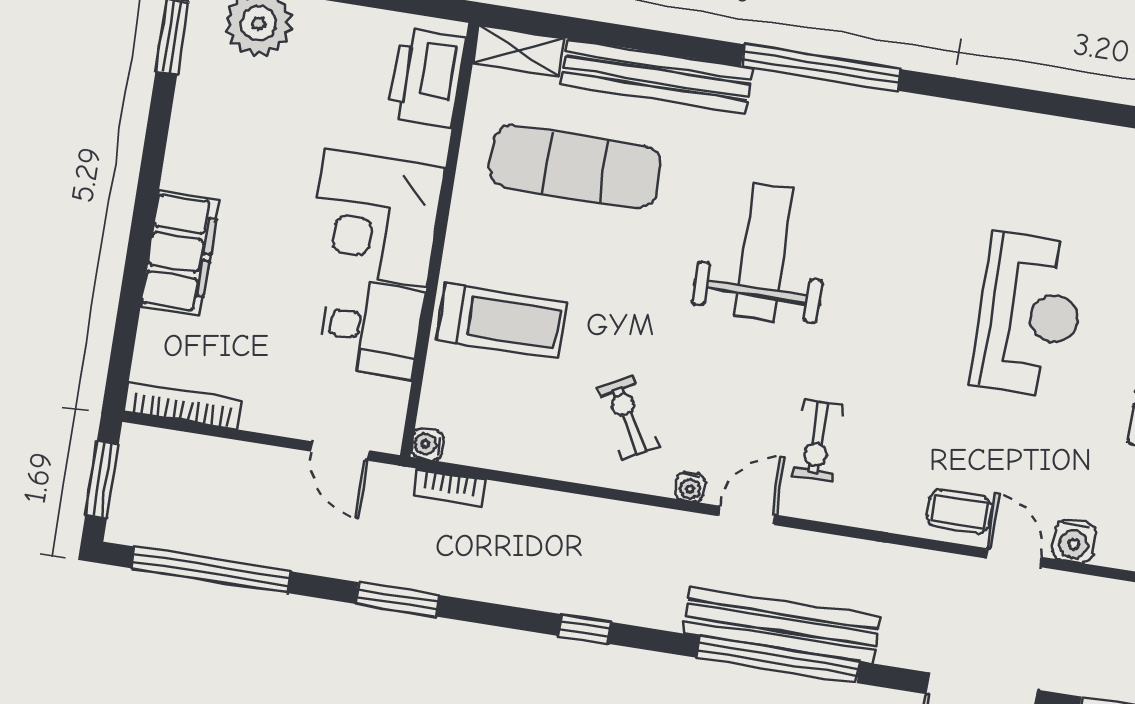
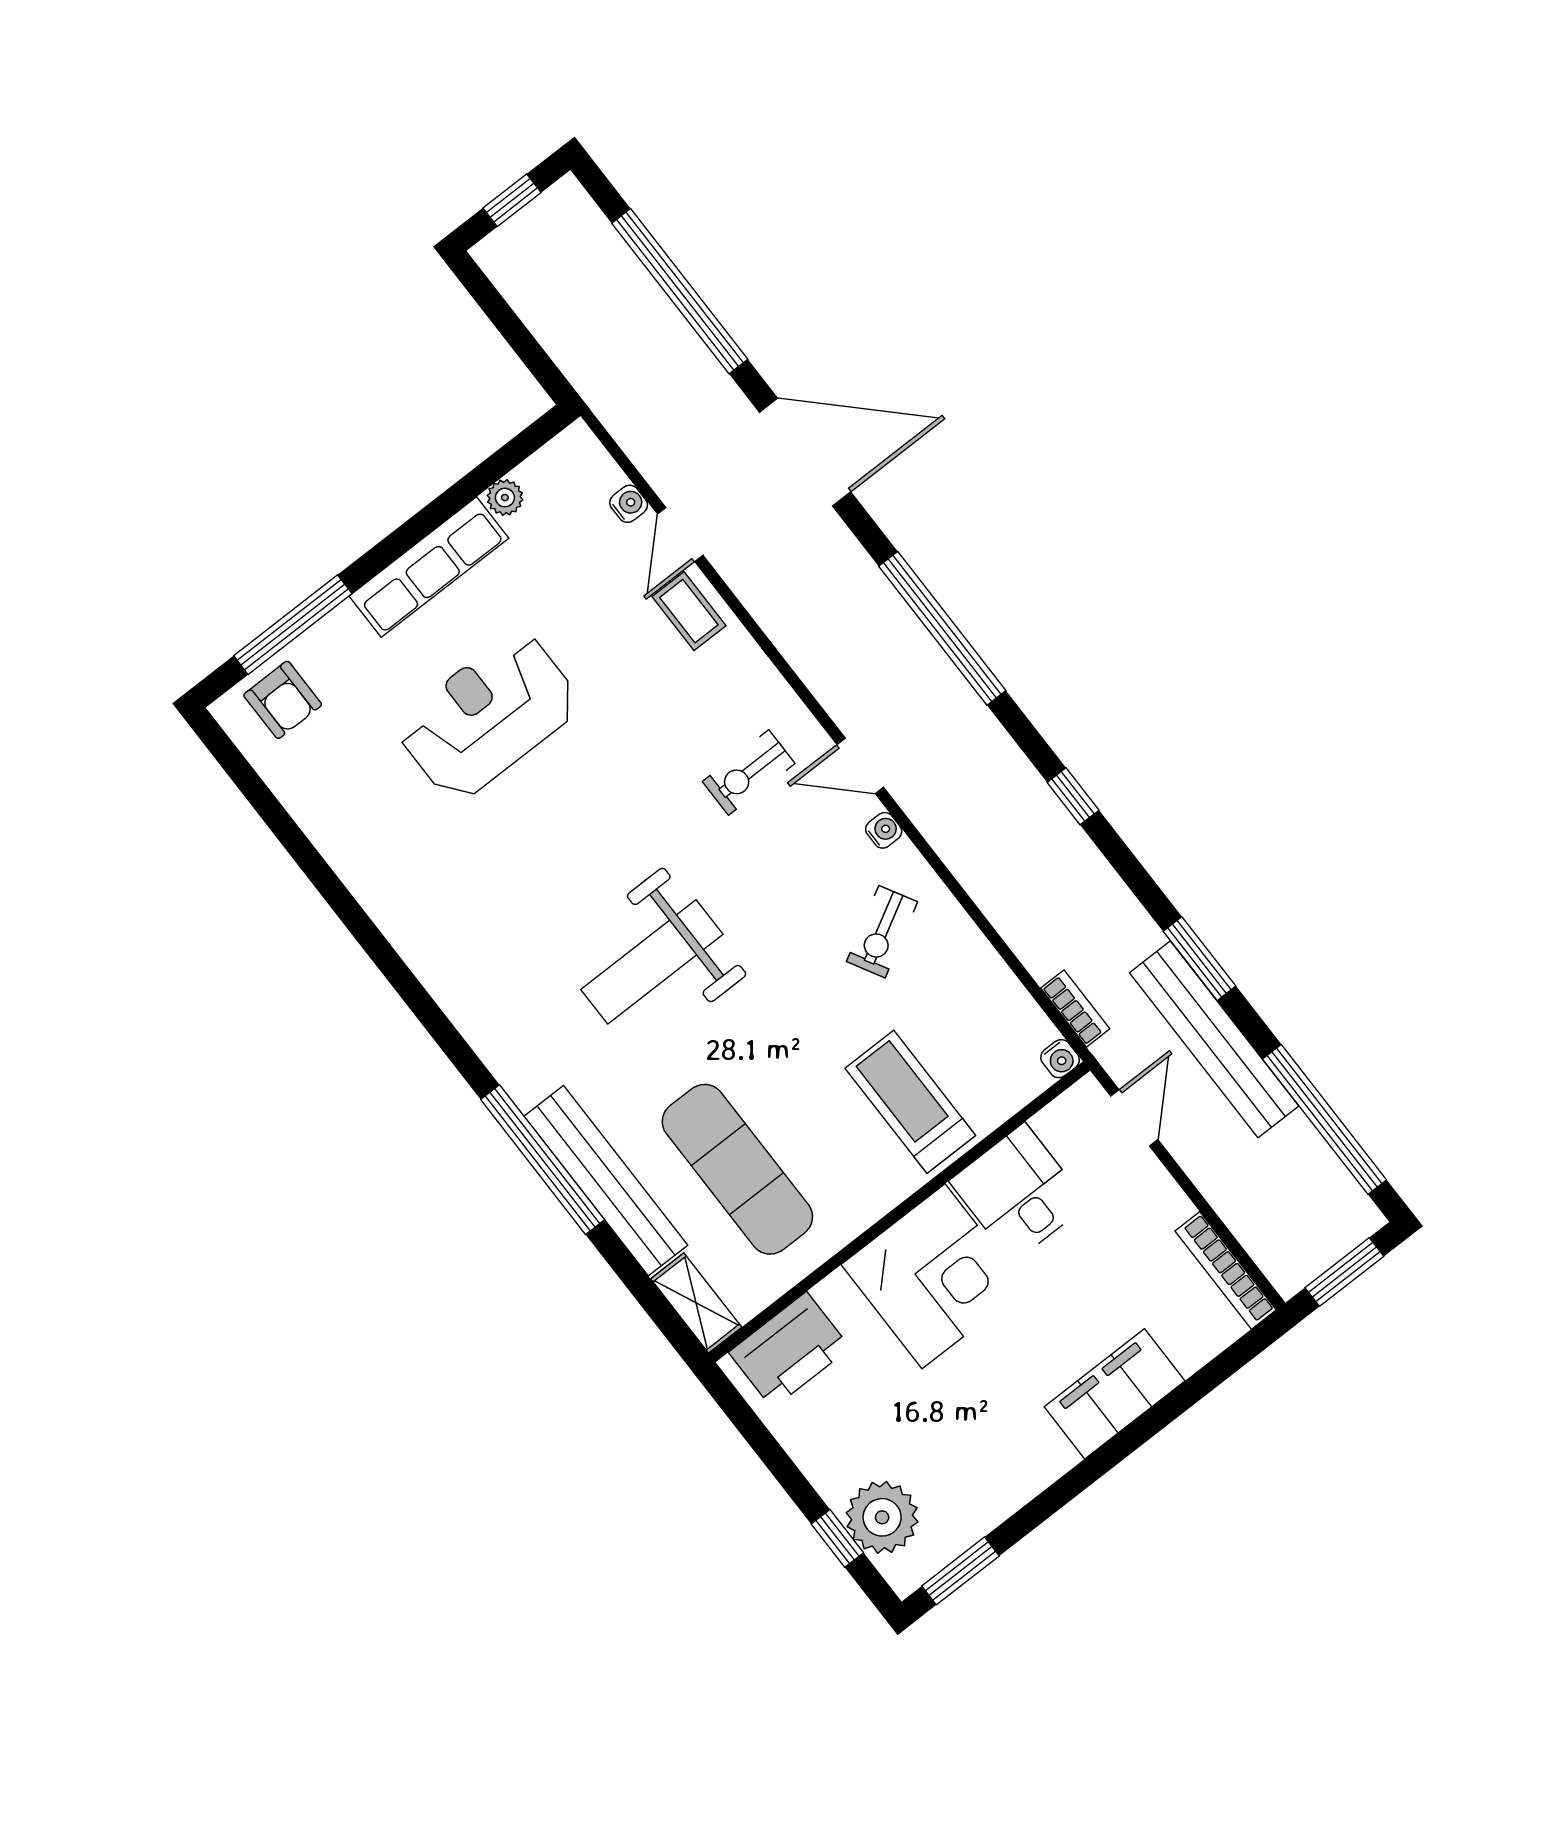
window: (821, 68) -> (543, 1160), moved
exercise bike: (817, 441) -> (749, 773), turned 180
water cooler: (1074, 541) -> (629, 504), width x0.72, depth x0.72
bench: (782, 625) -> (1214, 1039), moved

